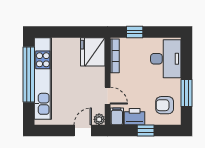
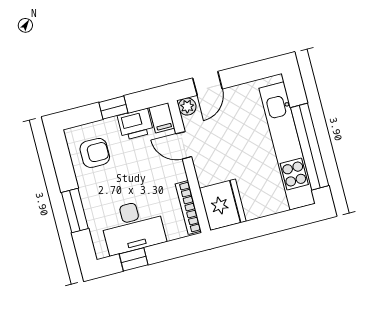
window: (135, 32) -> (134, 259), moved
desk: (166, 59) -> (133, 227), moved, turned -90
window: (186, 93) -> (75, 211), moved

